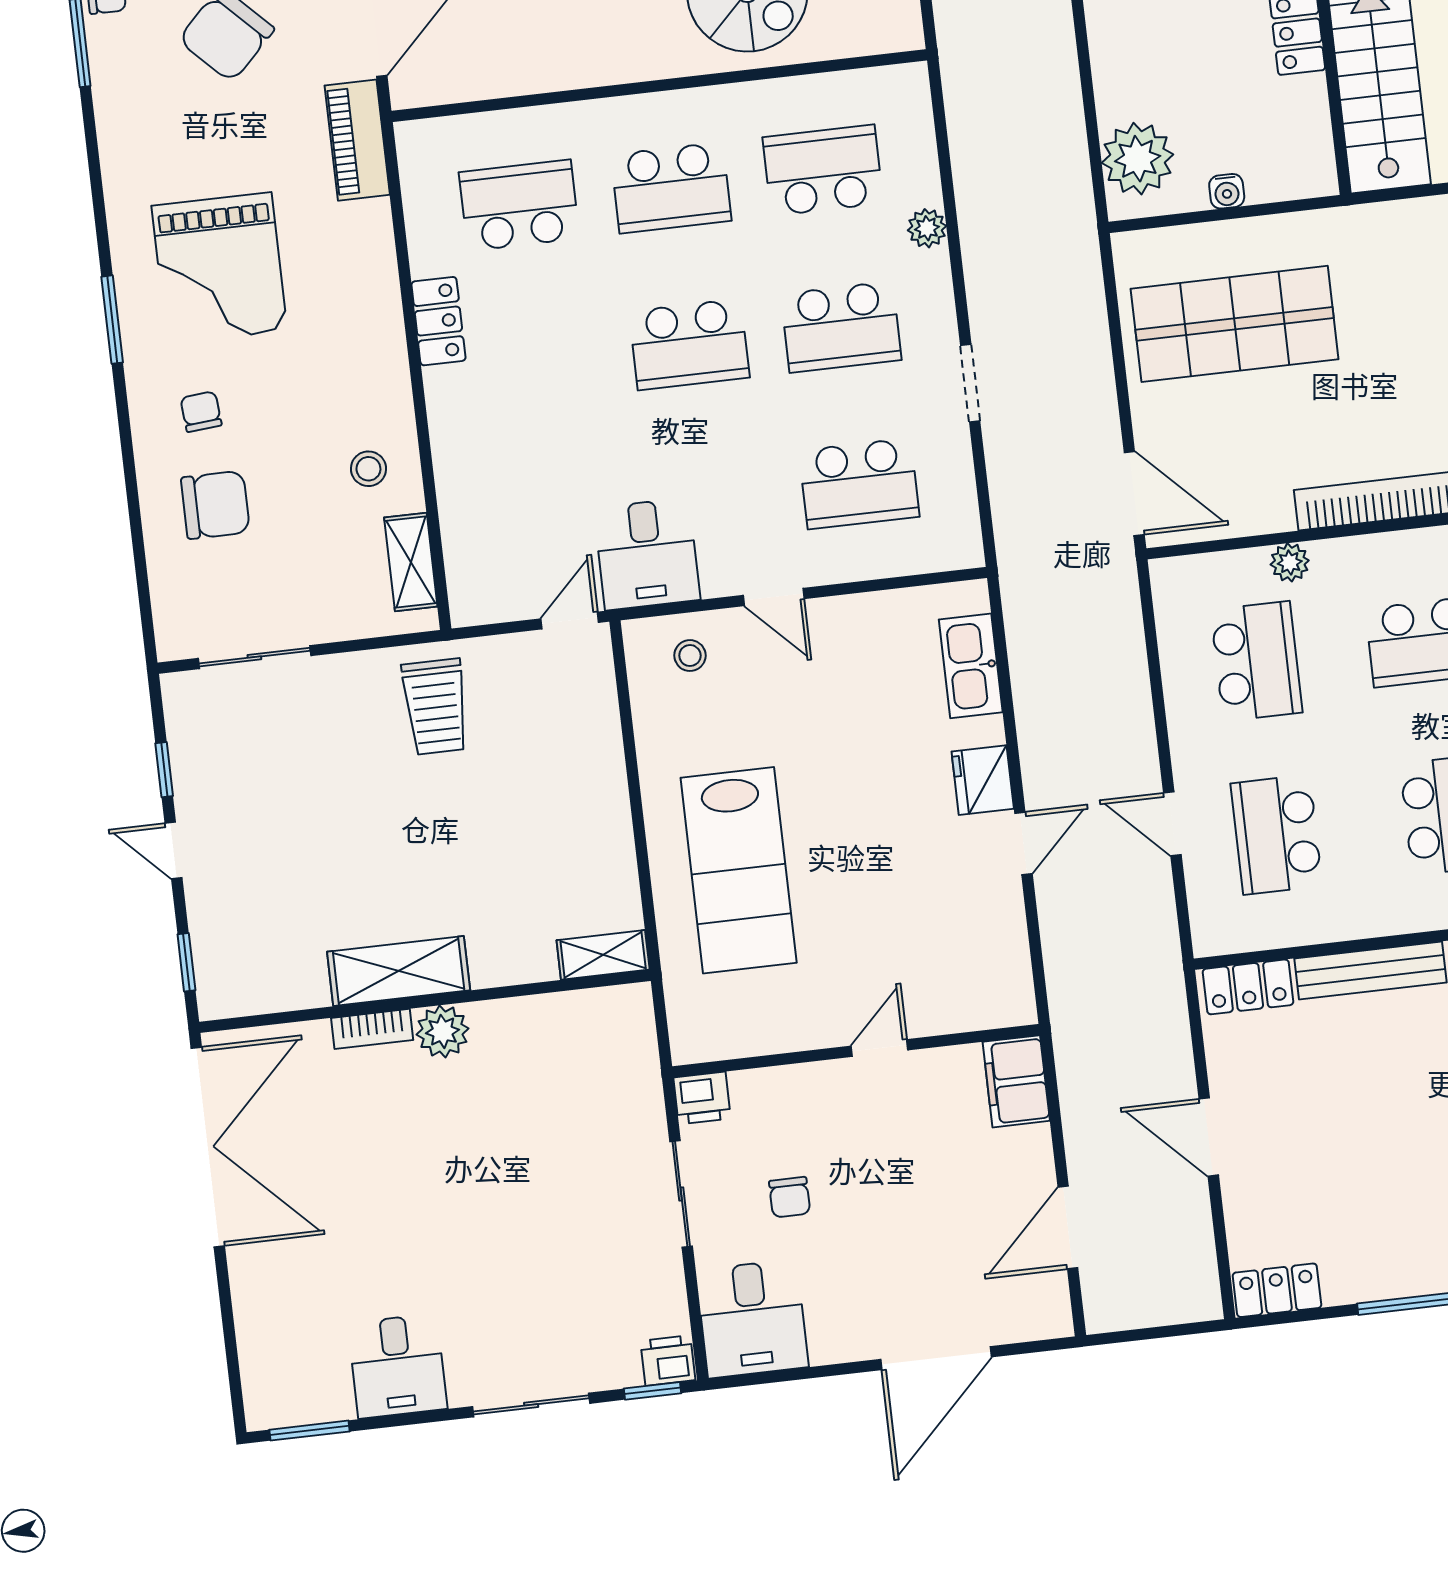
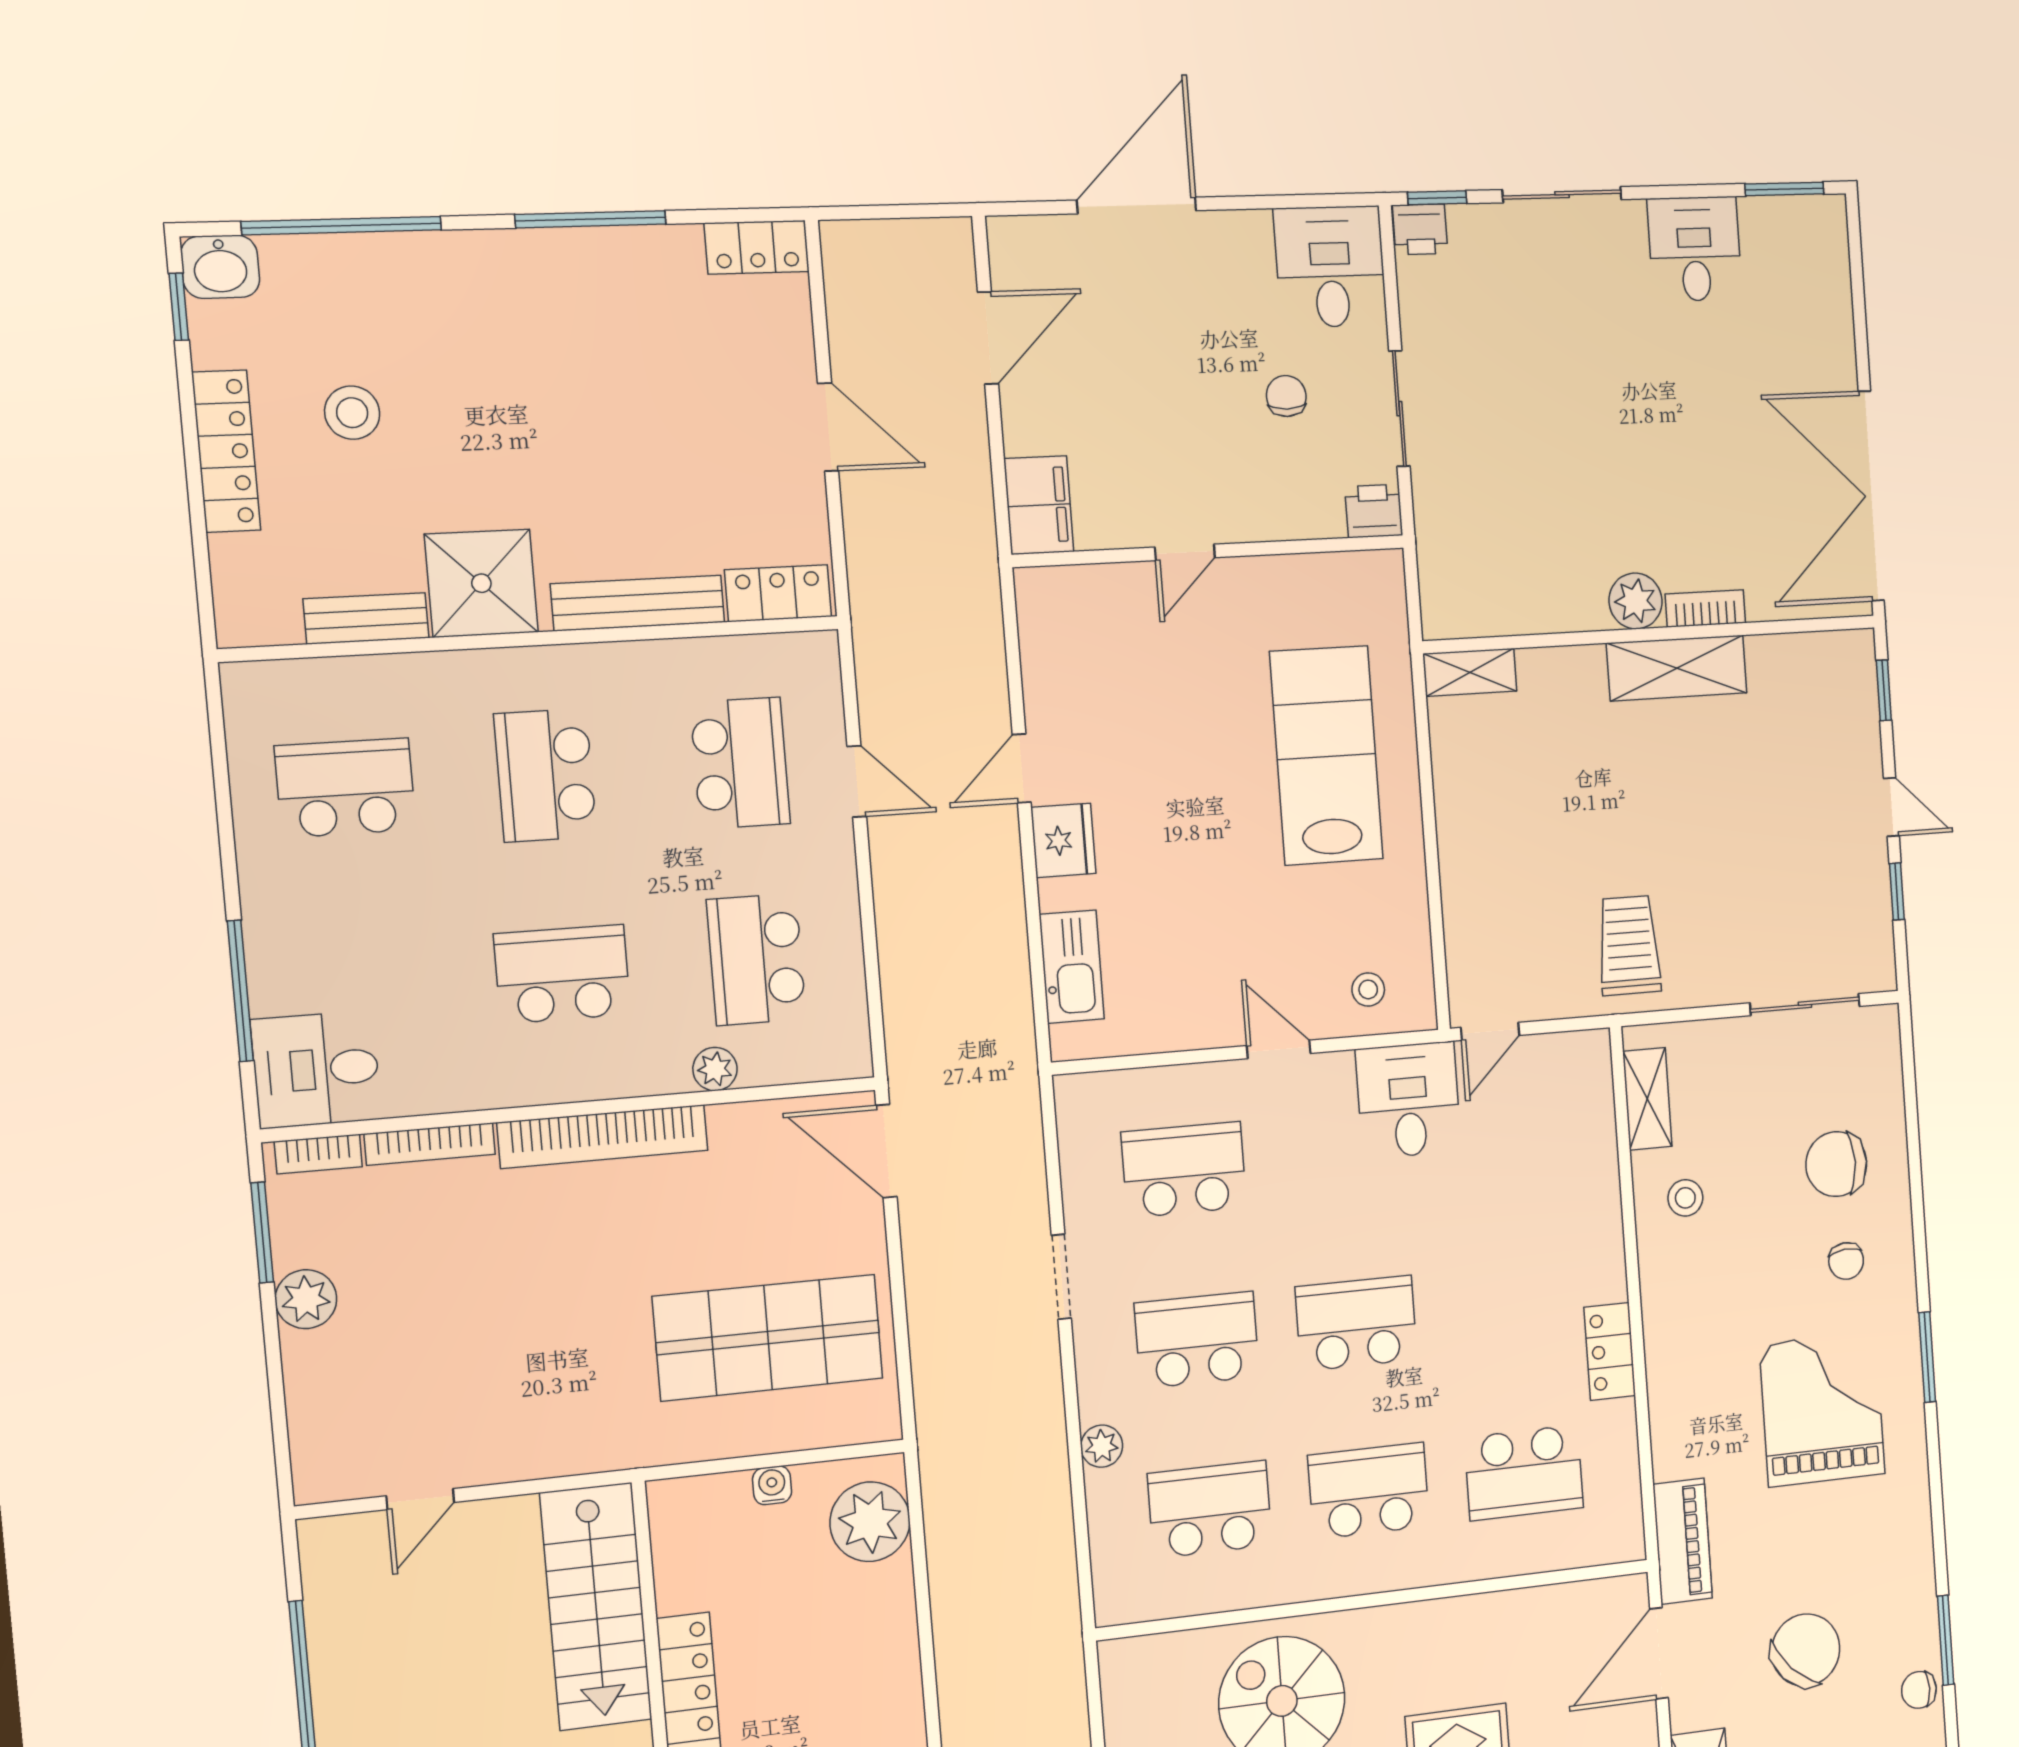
school desk: (823, 170) -> (1210, 1509), turned 180

